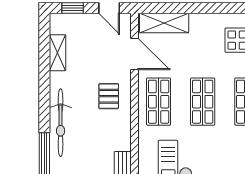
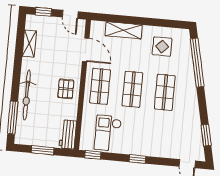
shelving: (164, 23) -> (124, 30), moved
pallet: (109, 96) -> (66, 89), moved

